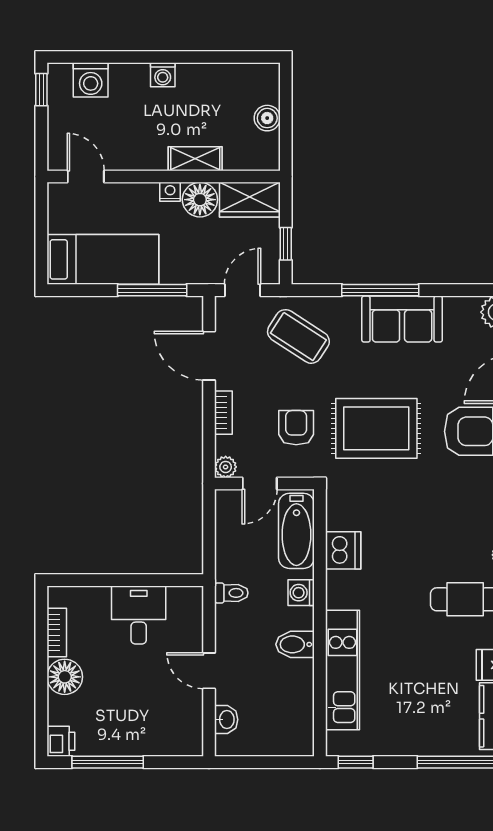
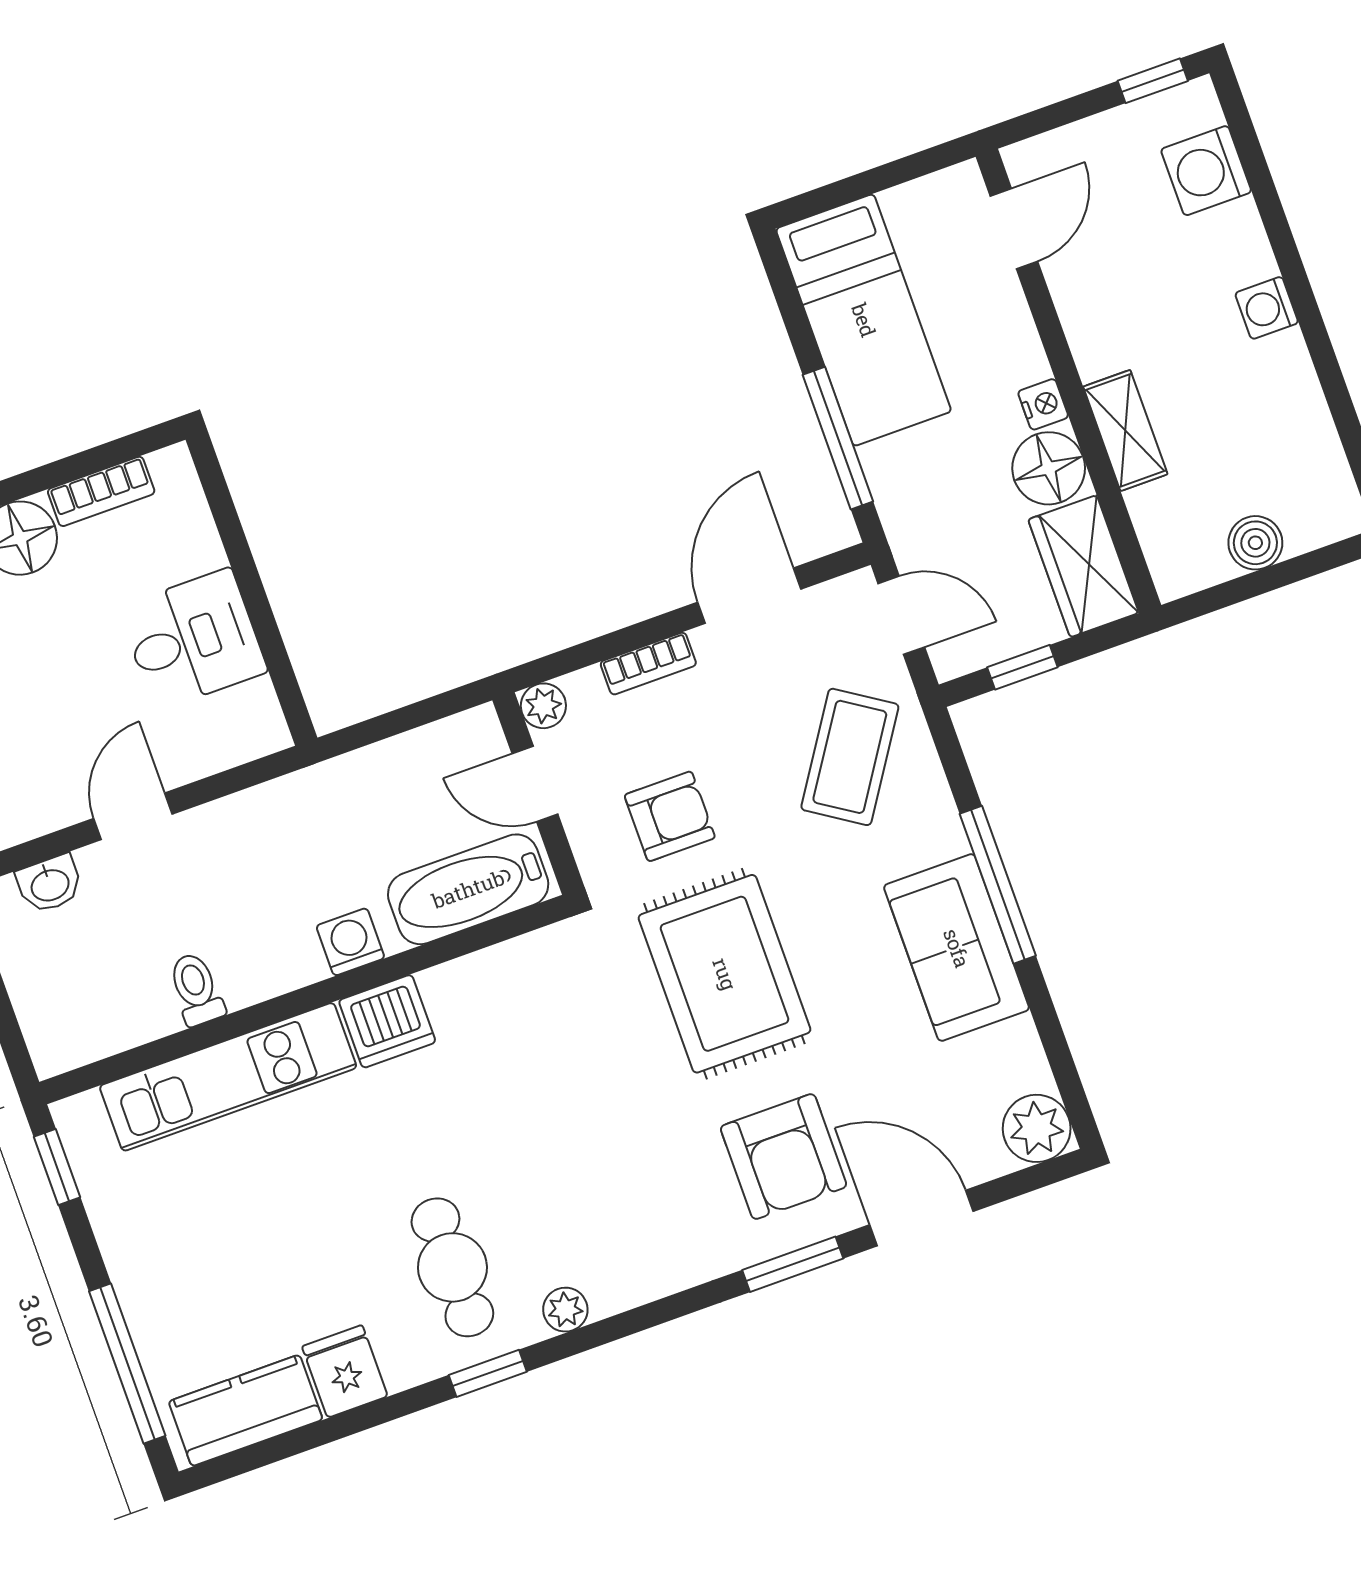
dishwasher: (343, 550) -> (387, 1021), moved
toilet: (231, 593) -> (196, 989), moved, turned 180
bidet: (295, 644) -> (245, 966), removed

